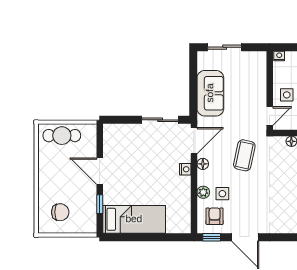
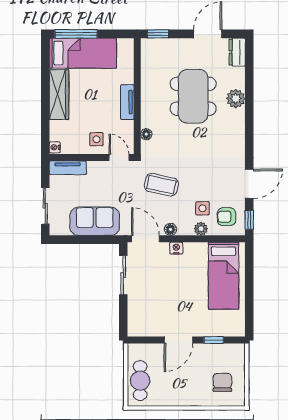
tv unit: (260, 68) -> (68, 168), added
bed: (134, 219) -> (224, 276), moved, turned 180

